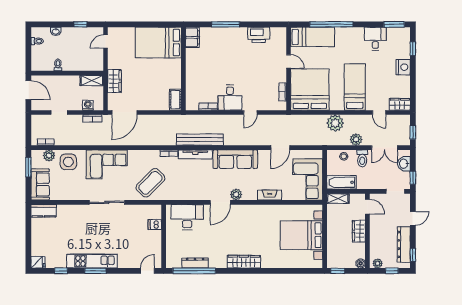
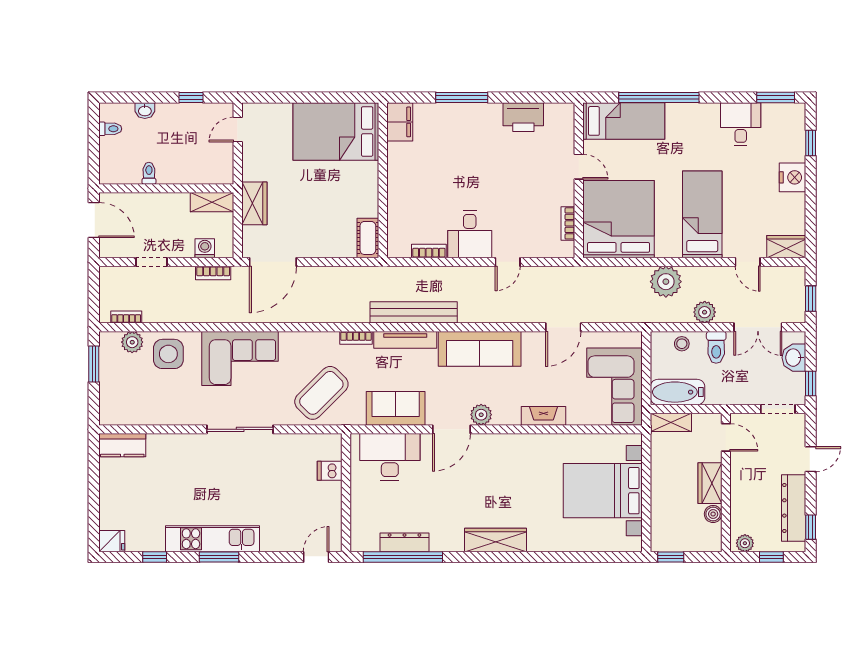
sofa: (40, 184) -> (396, 408), moved, turned -90
boiler: (361, 263) -> (713, 514), moved

